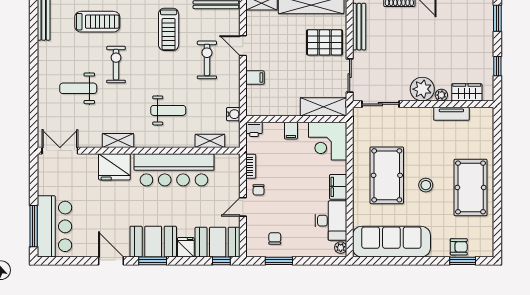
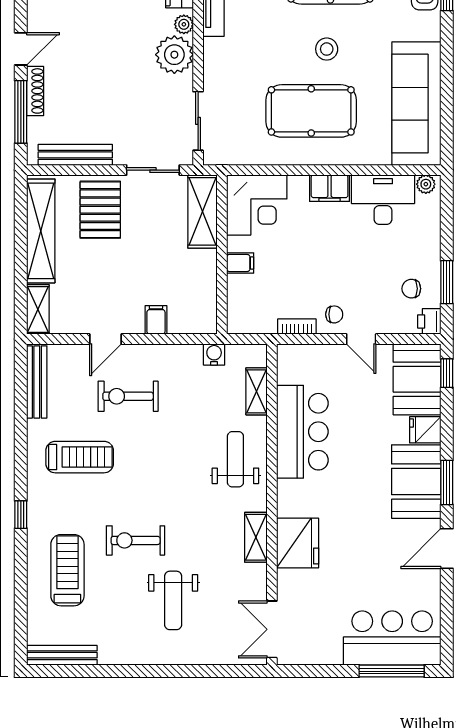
weight bench: (168, 110) -> (235, 459), moved
printer: (254, 129) -> (429, 321), moved, turned 180
bar counter: (174, 170) -> (302, 432), width x0.73

